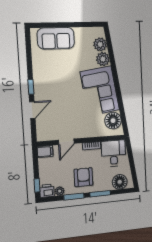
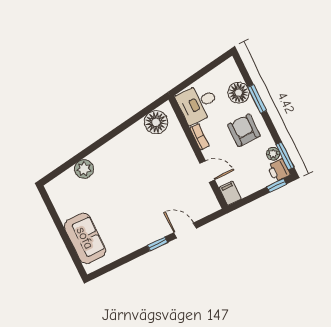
plant: (100, 44) -> (67, 180), removed
corner sofa: (100, 91) -> (126, 156), removed
armchair: (83, 177) -> (244, 130), turned 90
floor lamp: (120, 182) -> (239, 93), moved
window: (74, 197) -> (285, 156), moved

